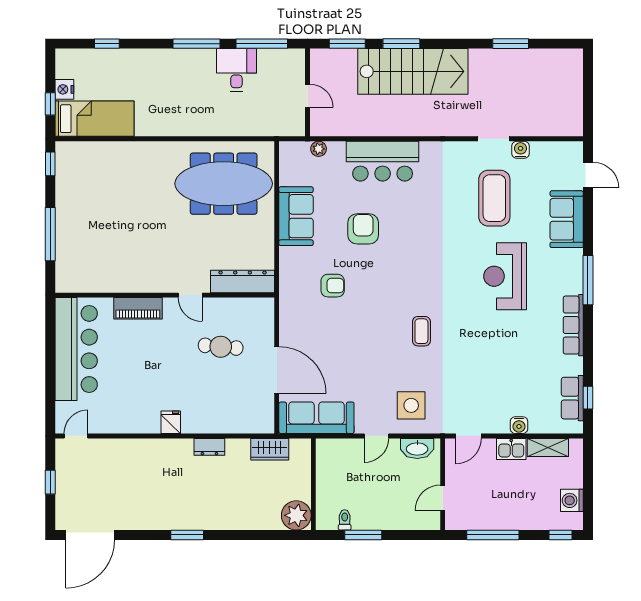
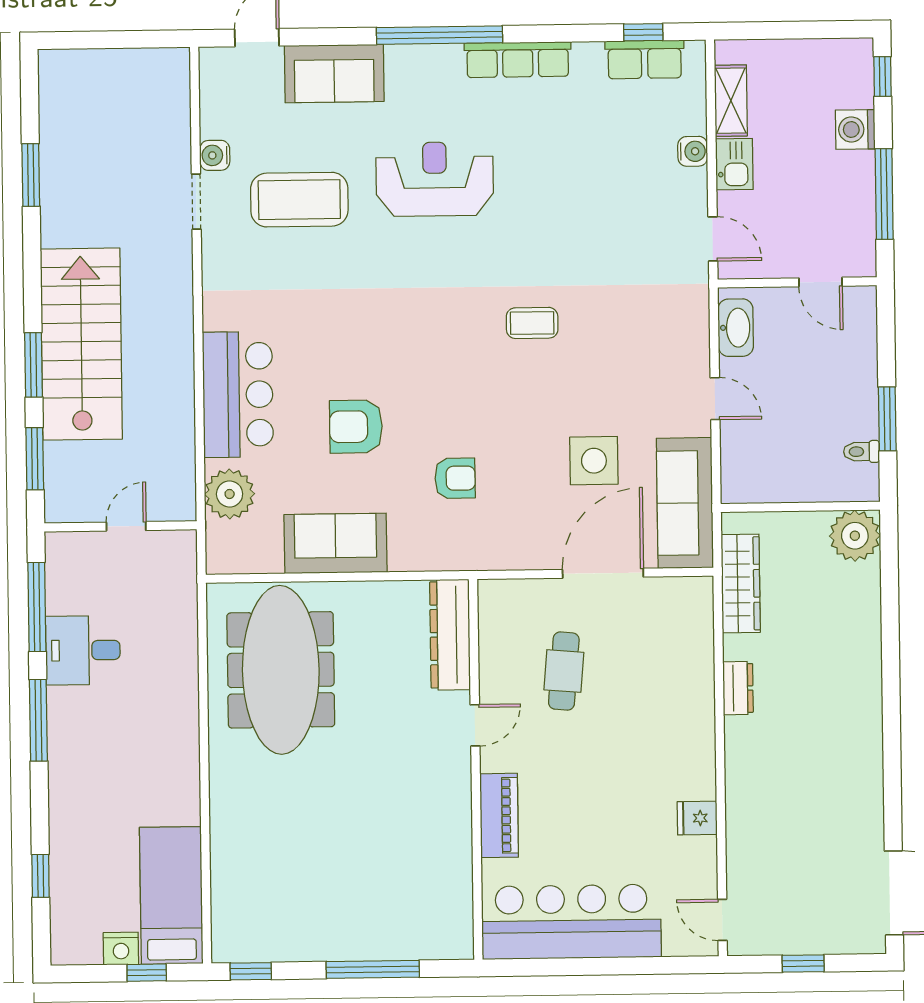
plant: (319, 149) -> (230, 494), width x1.87, depth x1.87
reception desk: (505, 276) -> (435, 179), turned 180
window: (588, 280) -> (439, 35), width x1.46
armchair: (333, 286) -> (455, 478), turned 90
side table: (411, 405) -> (594, 461), moved
fridge: (171, 422) -> (697, 818), moved
wardrobe: (270, 449) -> (741, 583), width x1.50
washing machine: (572, 500) -> (855, 129), moved, turned 90
window: (187, 535) -> (891, 725), removed

